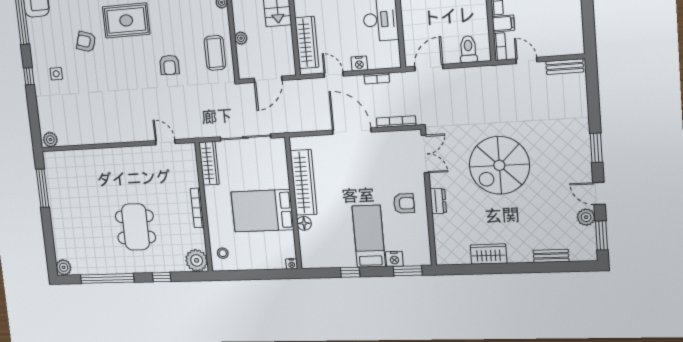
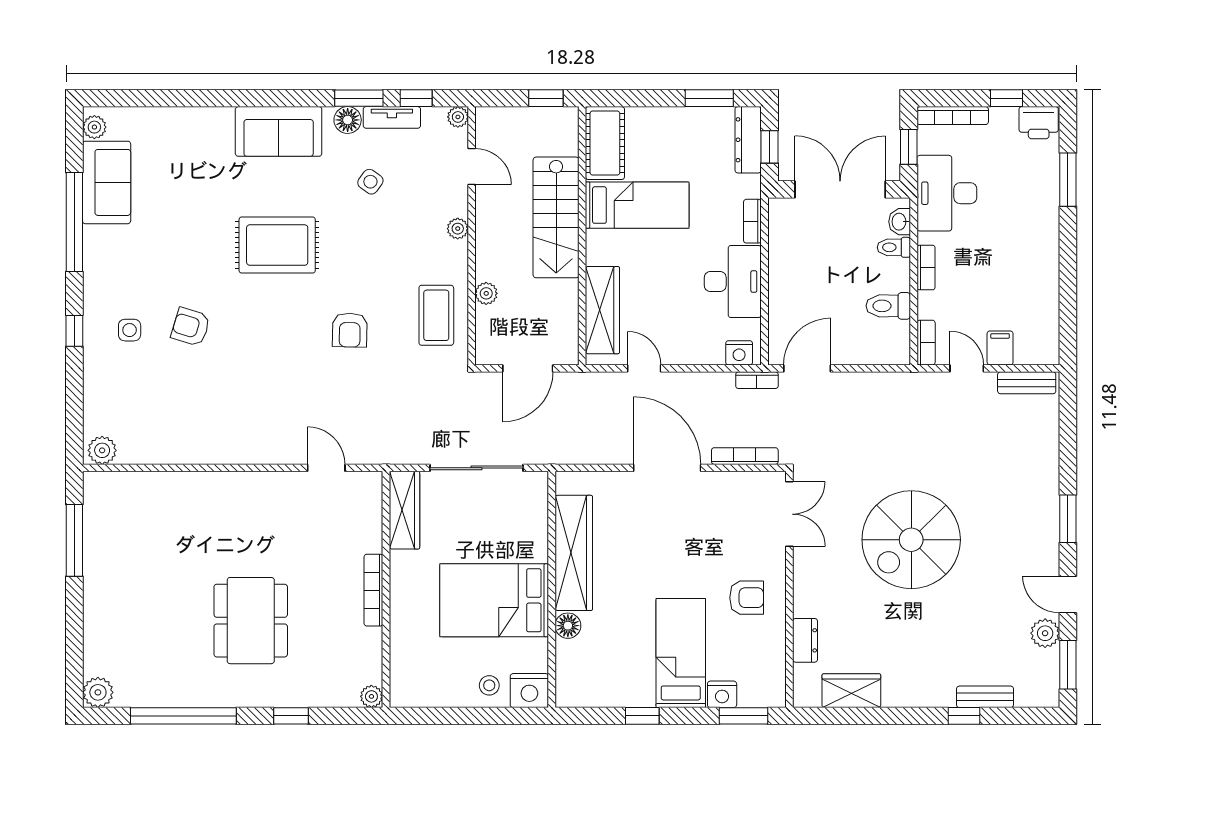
filing cabinet: (503, 23) -> (1000, 348), moved, turned -90
armchair: (86, 42) -> (191, 327), moved
toilet: (468, 49) -> (888, 306), moved, turned -90
nightstand: (359, 64) -> (739, 353), moved
bookcase: (377, 78) -> (757, 380), moved
dresser: (438, 201) -> (805, 640), moved
stool: (223, 253) -> (489, 685), moved
wardrobe: (489, 254) -> (851, 691), moved
plant: (197, 260) -> (371, 696), width x0.53, depth x0.53
nightstand: (292, 264) -> (529, 691), width x1.89, depth x1.79
window: (539, 267) -> (964, 716), added

